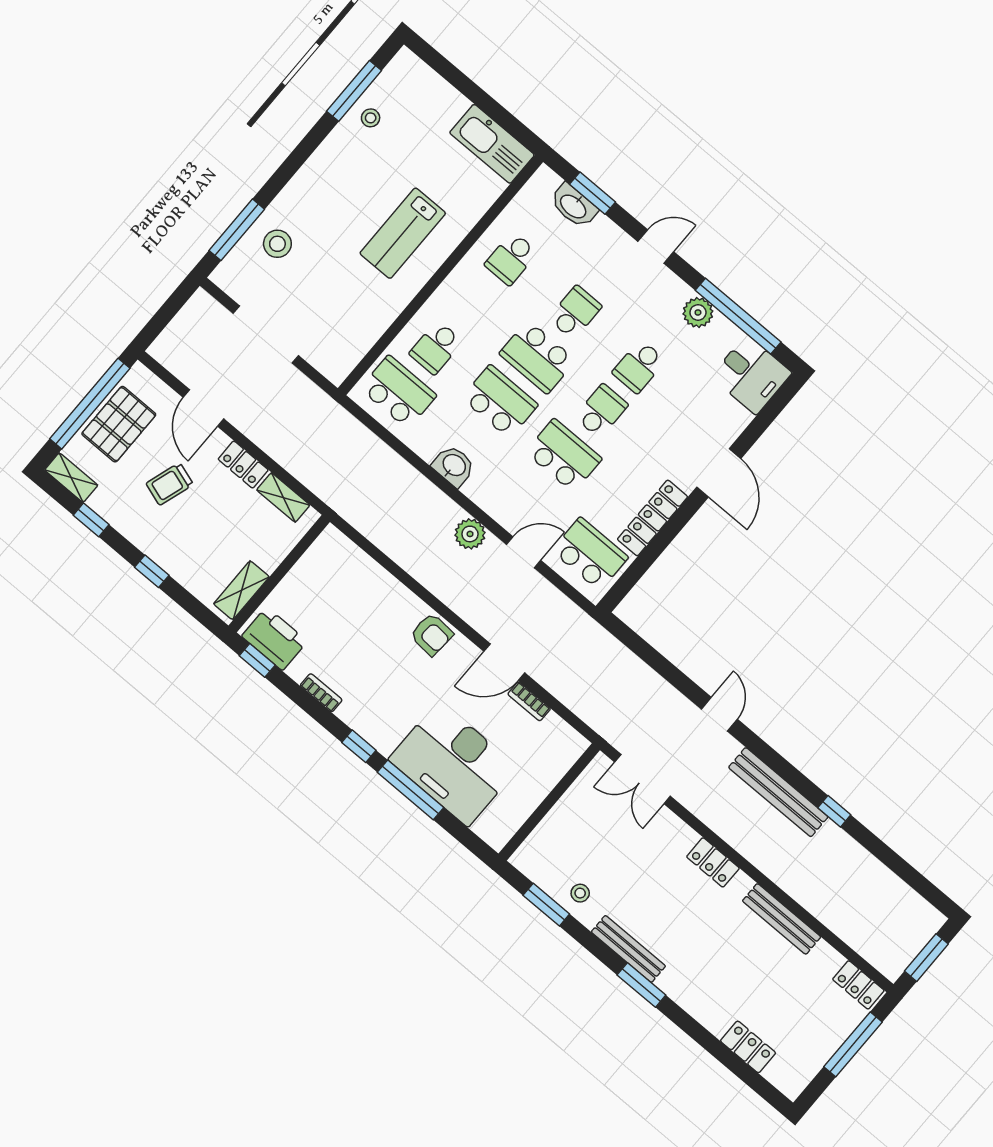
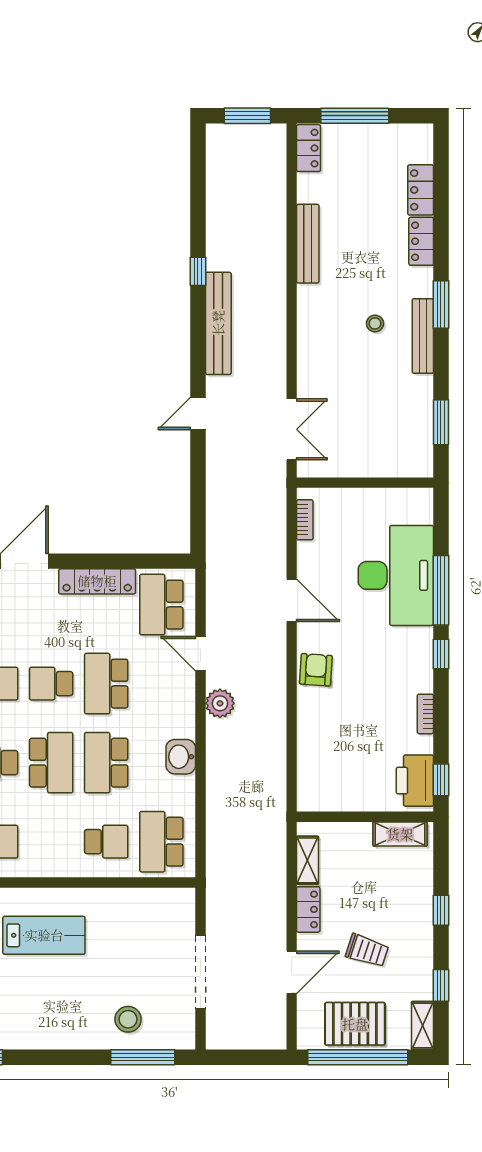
bookcase: (529, 701) -> (305, 520), moved
locker: (713, 862) -> (421, 241), moved, turned 180
stool: (580, 893) -> (375, 324), moved

